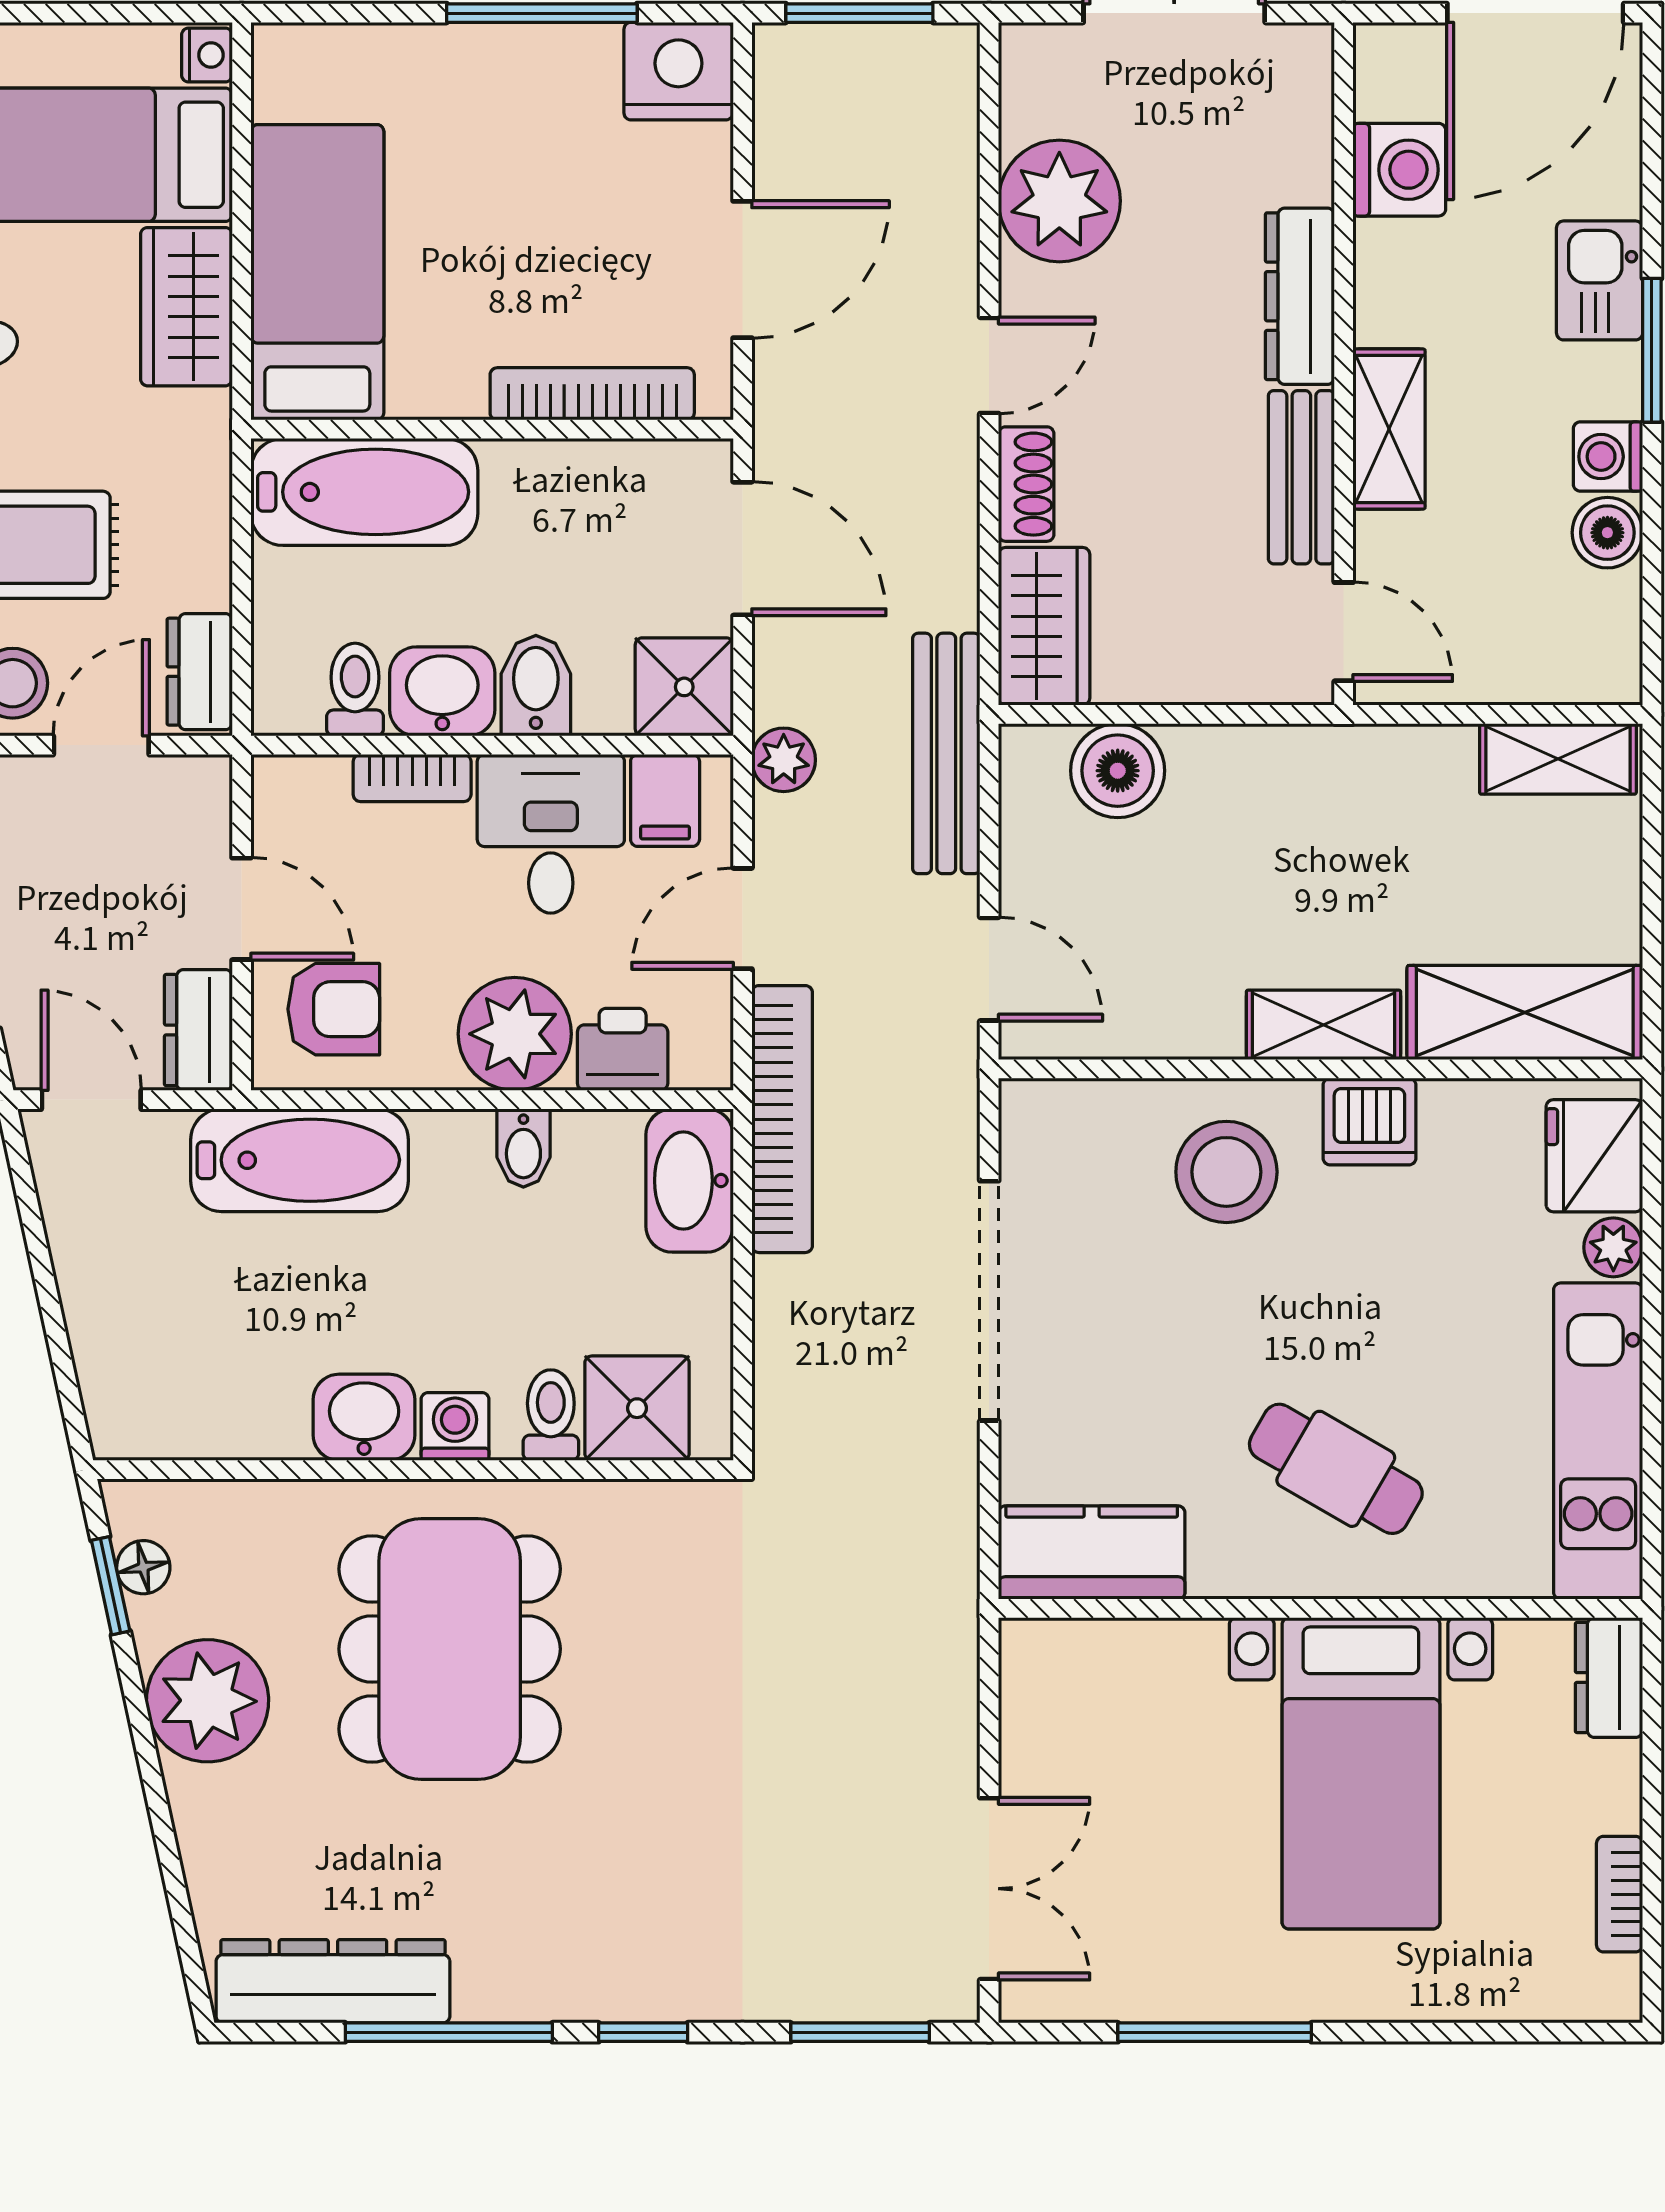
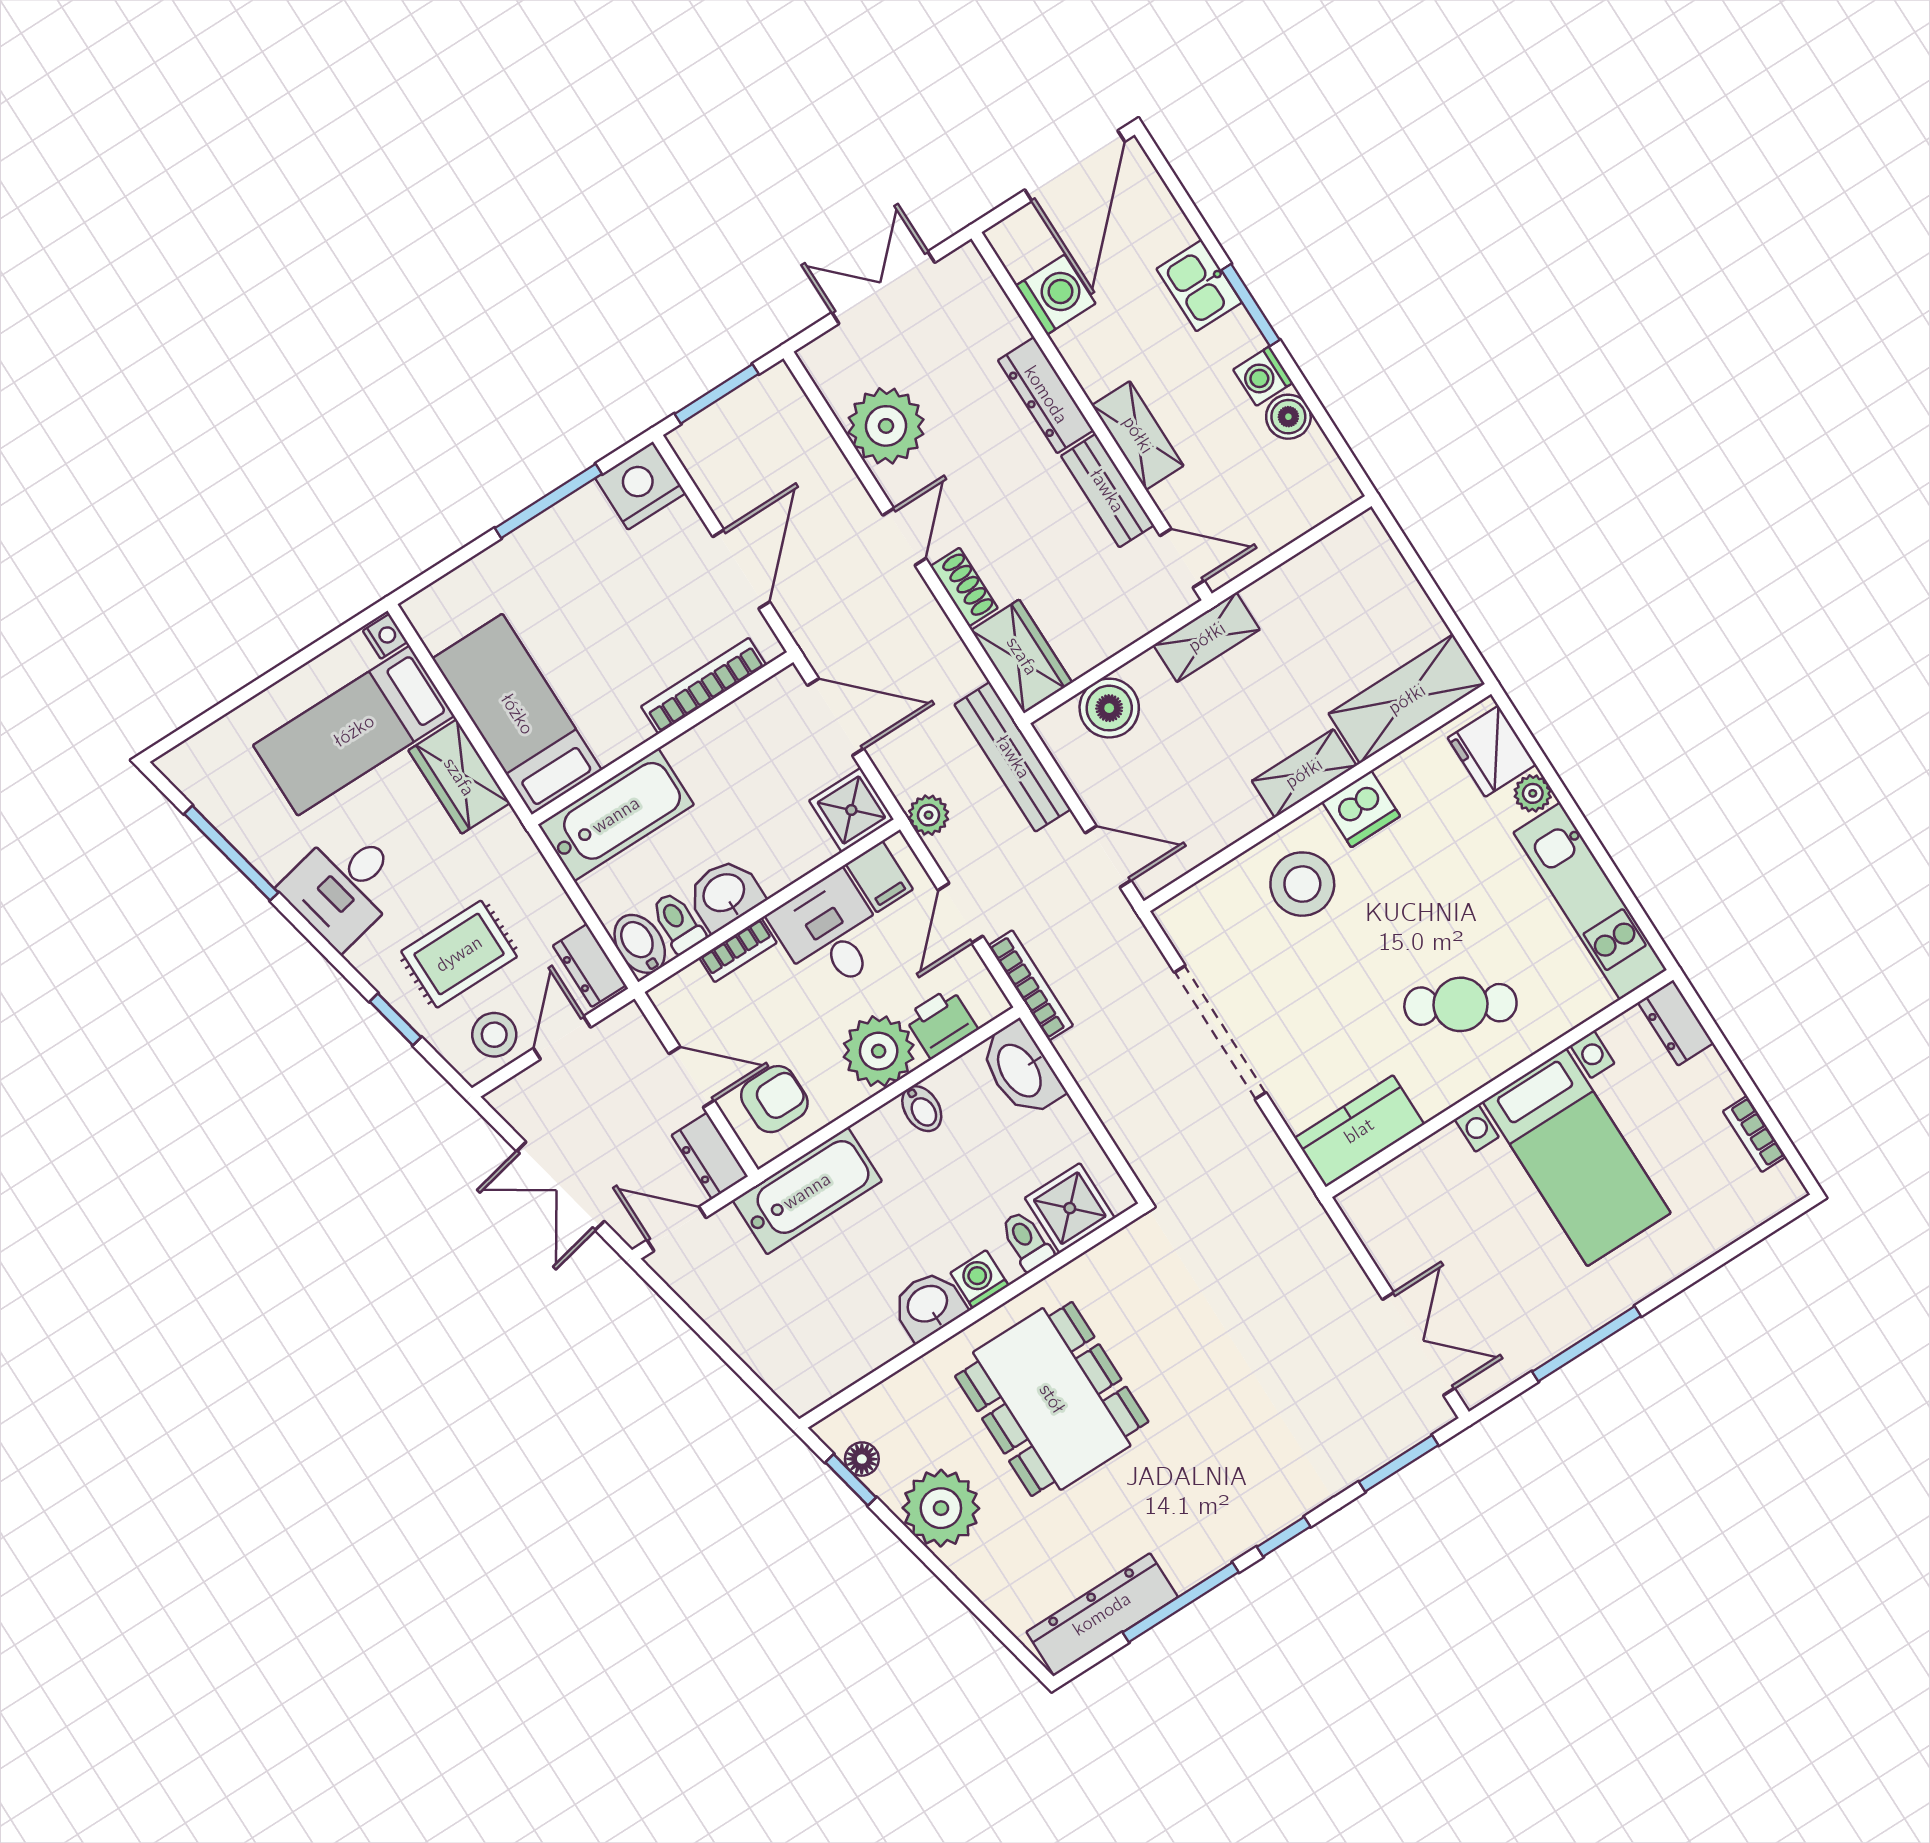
bidet: (536, 686) -> (640, 944), moved
shelving: (1558, 759) -> (1207, 637), moved
bookcase: (782, 1119) -> (1031, 985), width x0.68, depth x0.76

